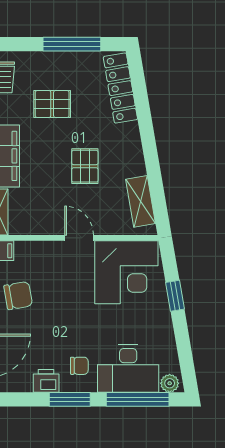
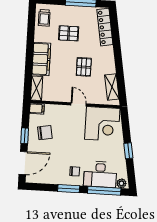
window: (175, 296) -> (128, 151), moved
printer: (46, 381) -> (57, 178), removed

